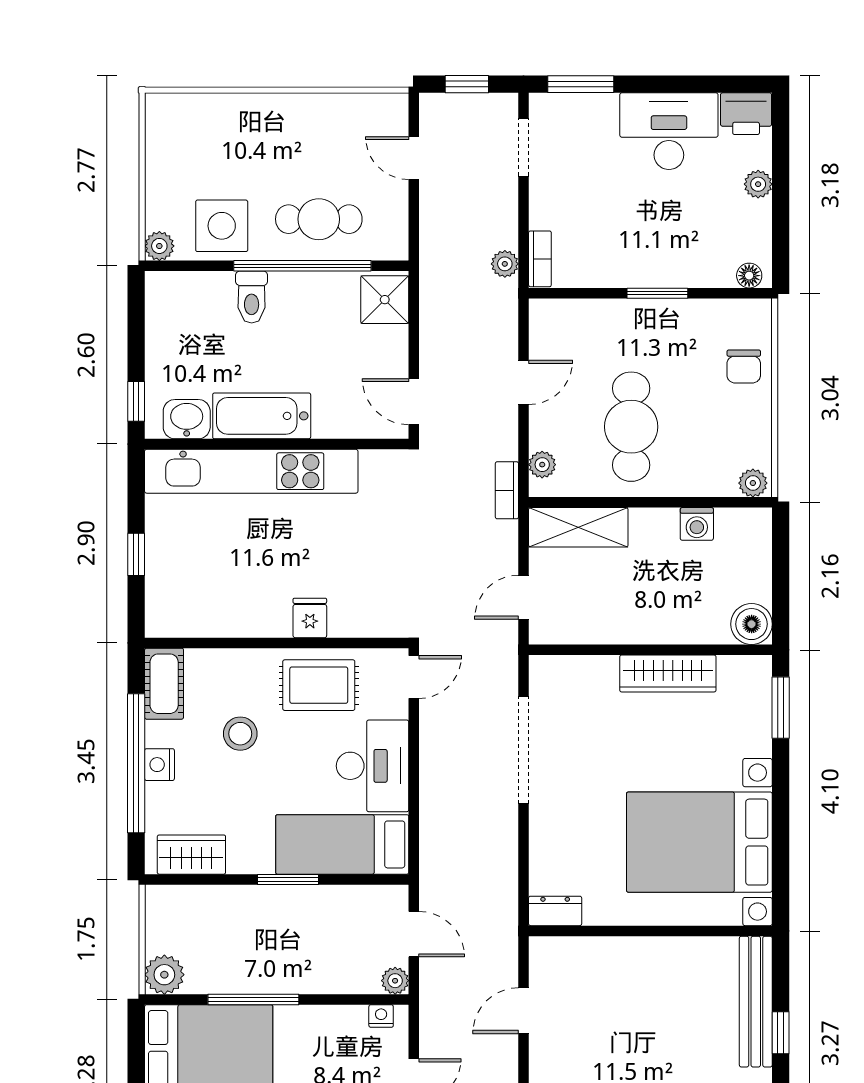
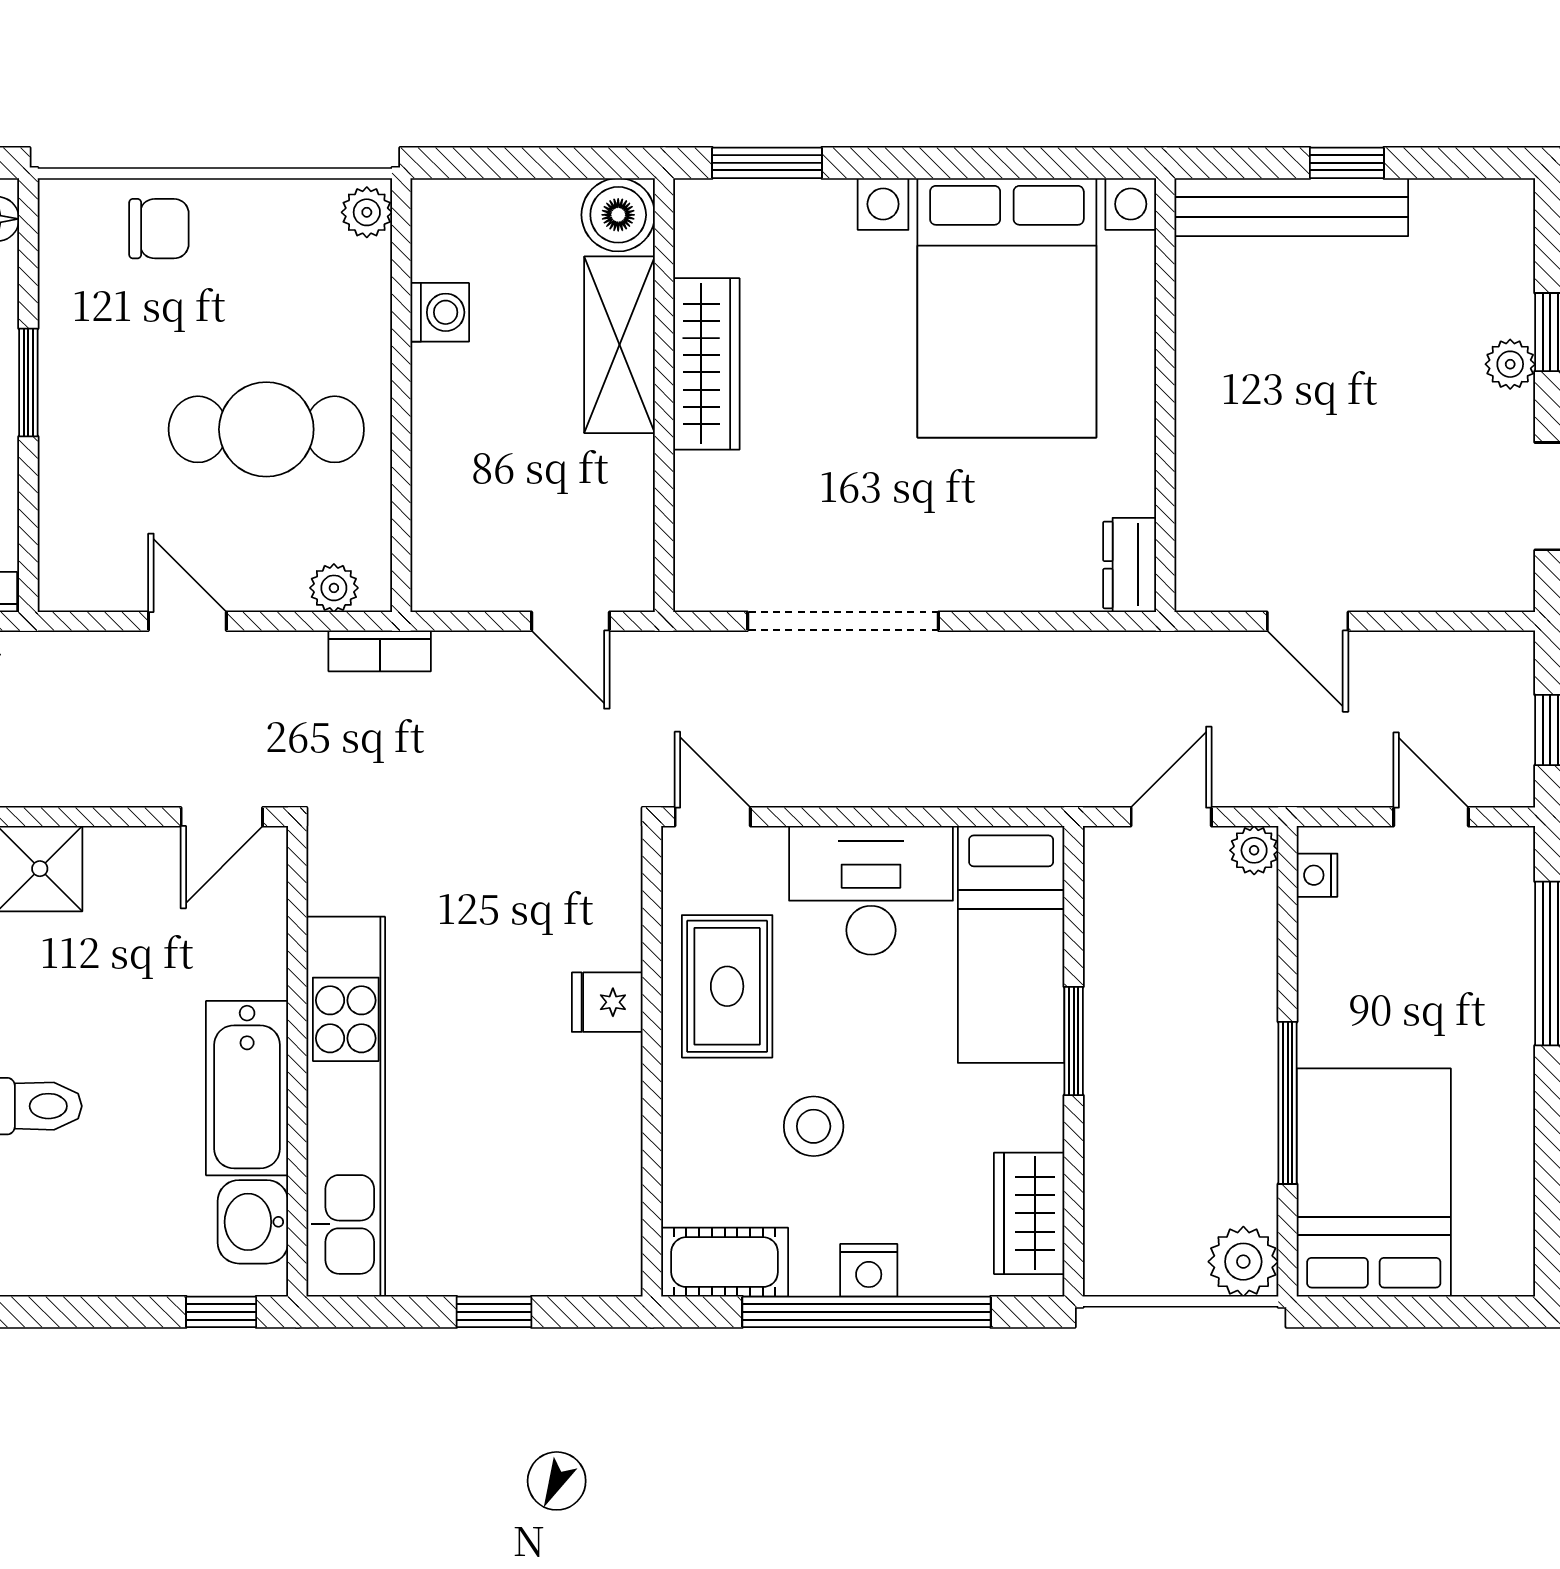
shelving: (578, 527) -> (620, 345), moved

